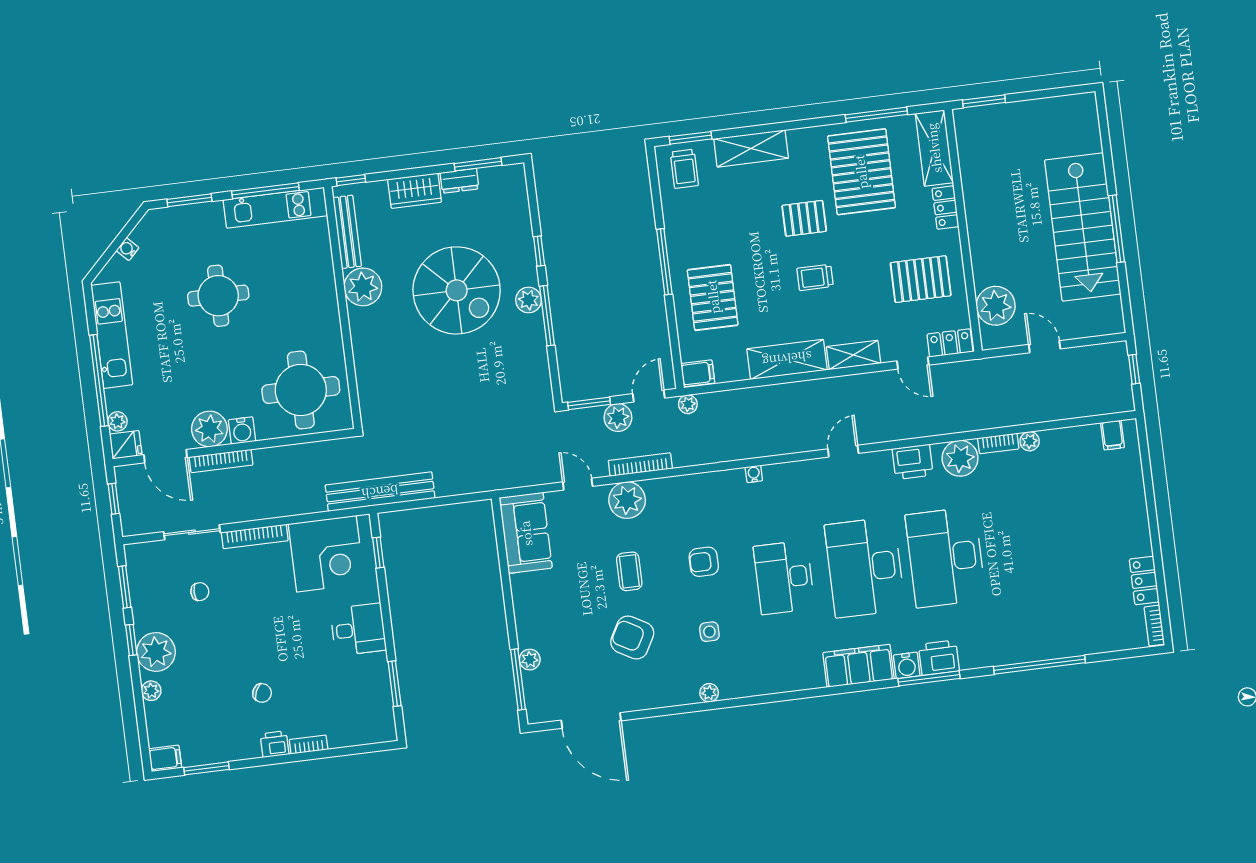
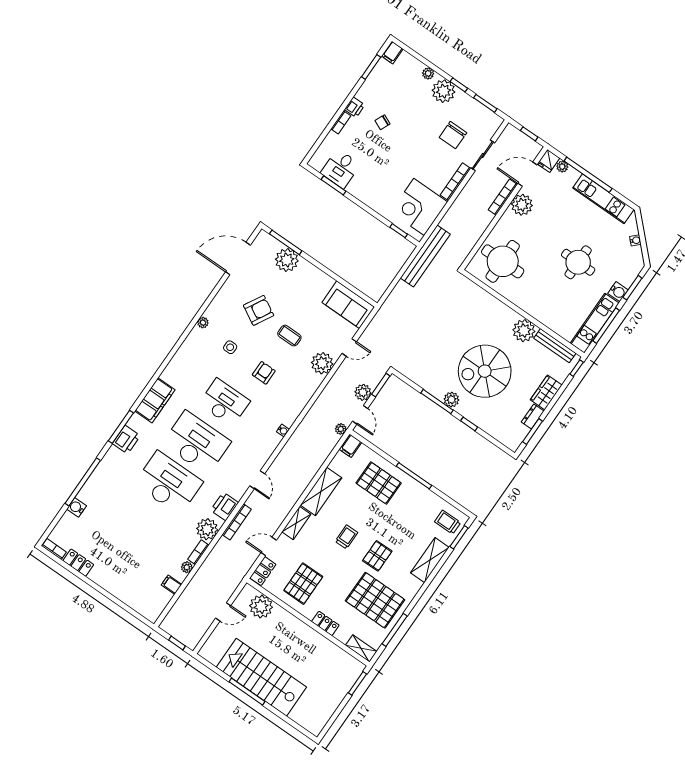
shelving: (934, 148) -> (361, 648), width x0.67, depth x0.75
water cooler: (242, 430) -> (618, 292), moved, turned 180
filing cabinet: (1113, 435) -> (172, 585), moved
bookcase: (640, 465) -> (237, 522), moved
chair: (200, 592) -> (453, 135), width x1.87, depth x1.87
desk: (358, 629) -> (340, 169), moved
plant: (530, 660) -> (287, 260), width x1.88, depth x1.88
water cooler: (907, 665) -> (76, 507), moved

